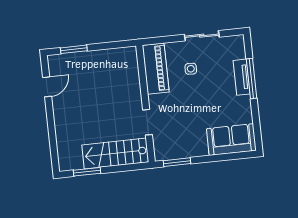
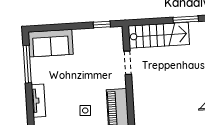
window: (252, 79) -> (27, 64), moved
window: (177, 162) -> (102, 25), width x0.67

